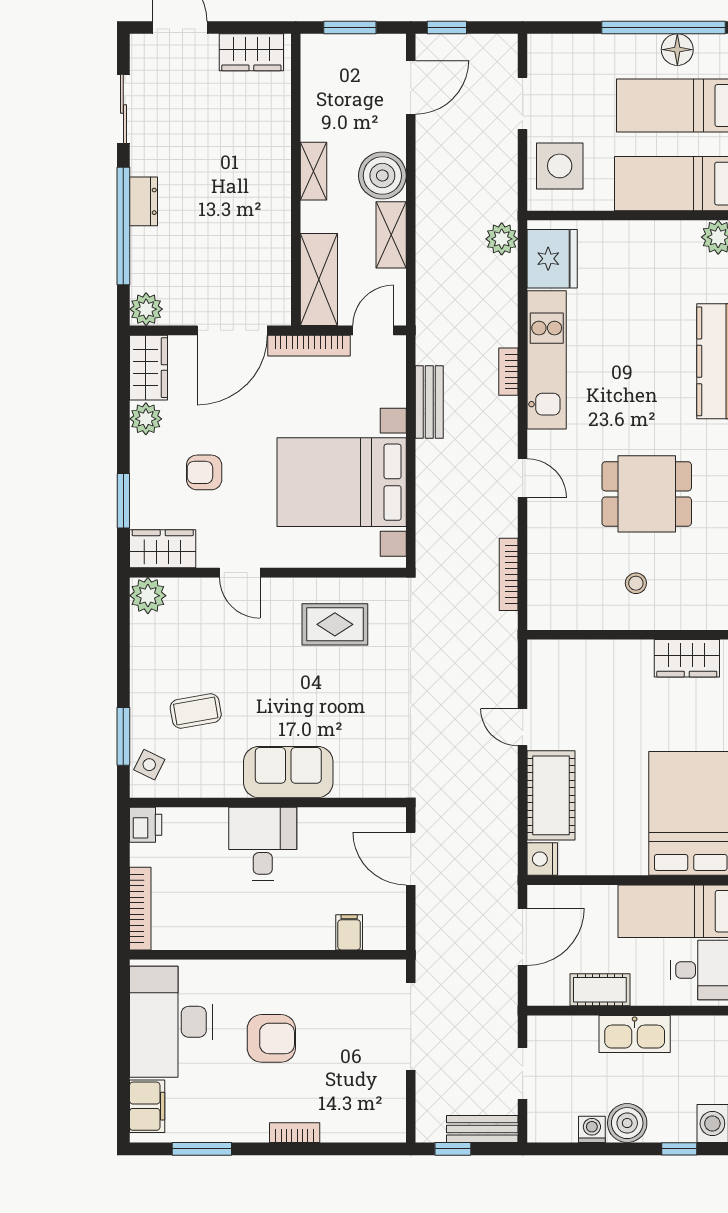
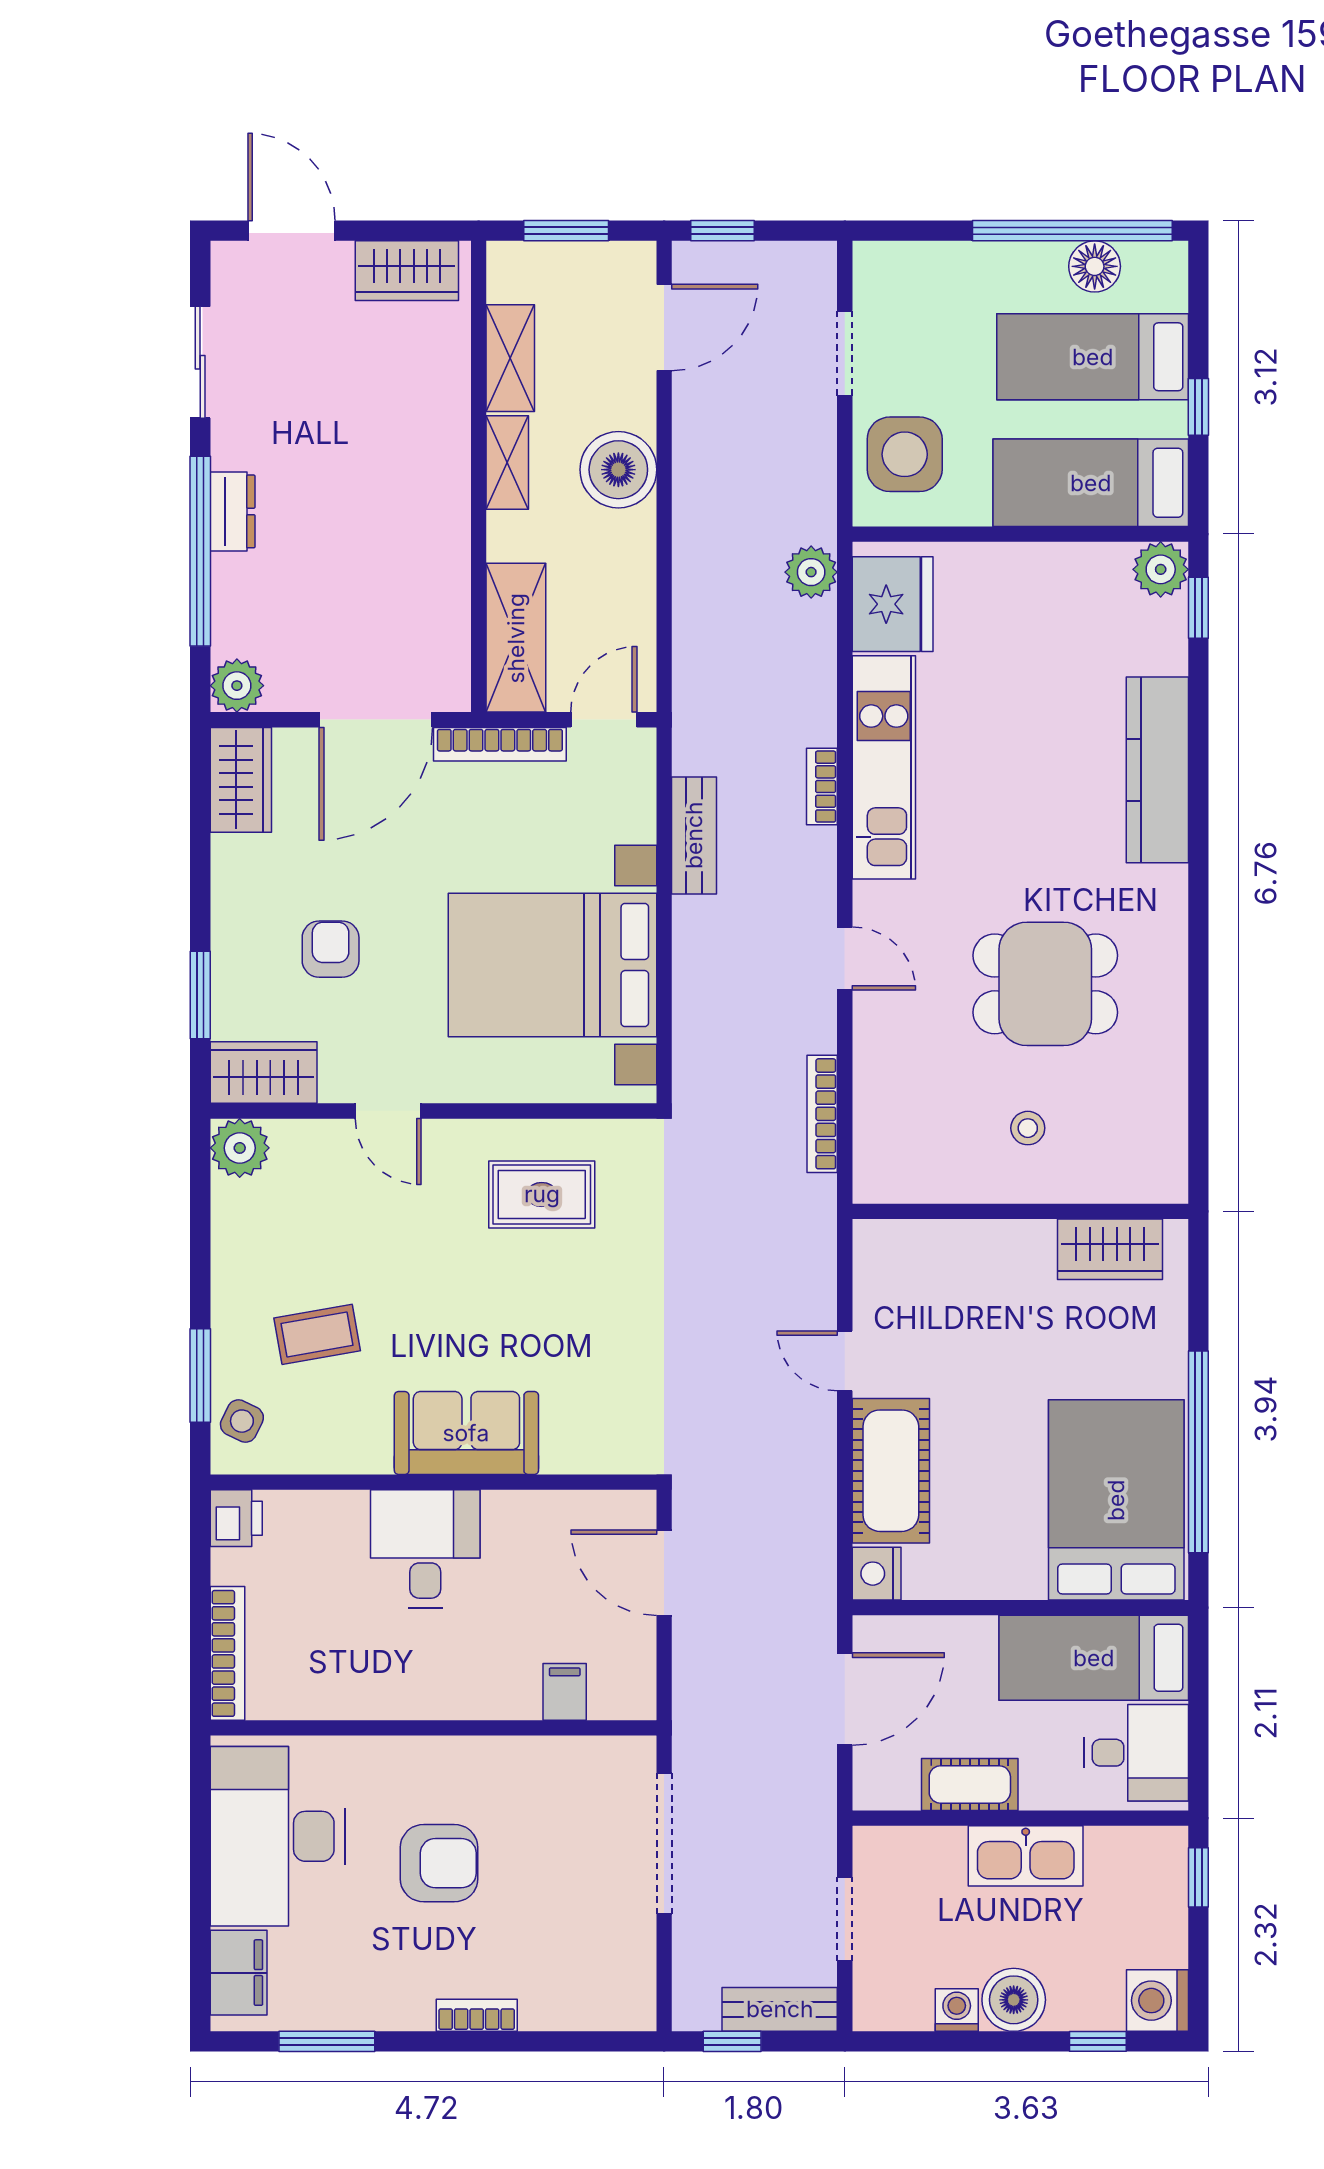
shelving: (391, 235) -> (510, 358), moved
plant: (146, 419) -> (236, 863), removed
armchair: (204, 472) -> (331, 949), turned 90

